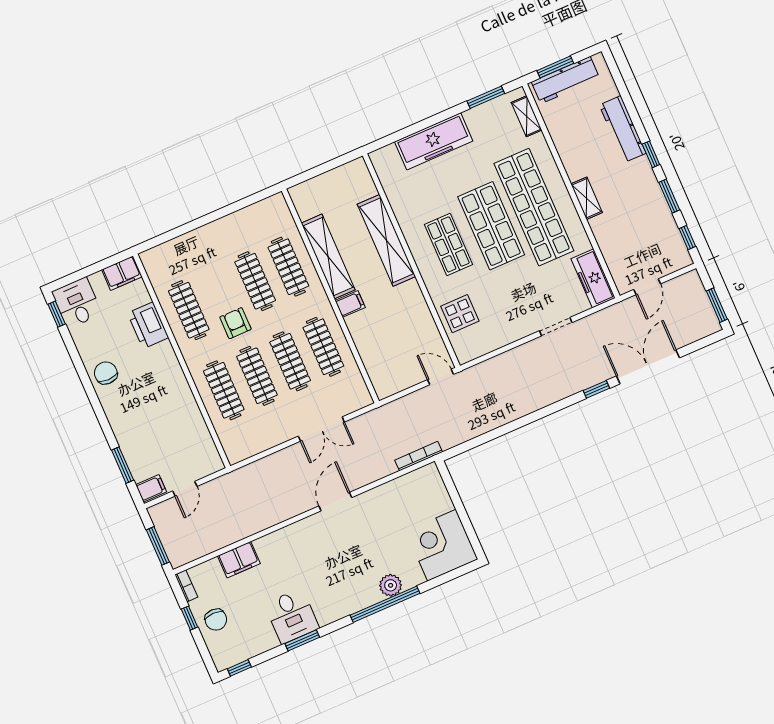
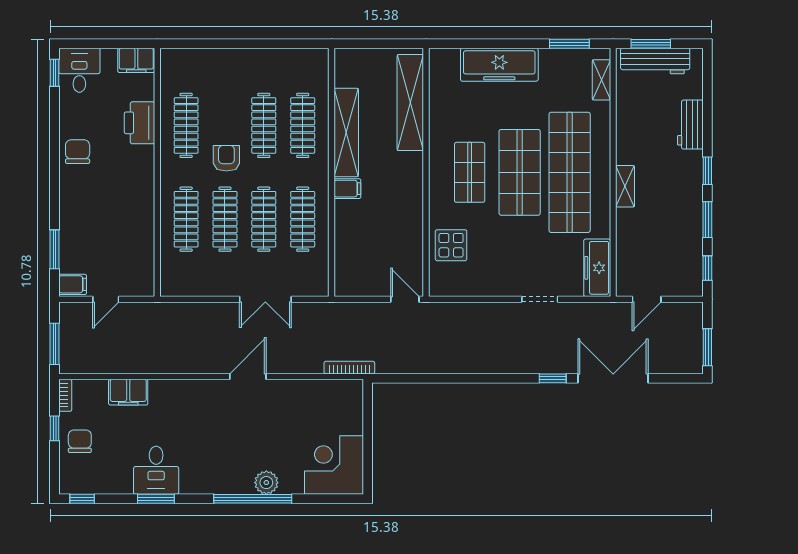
workbench: (623, 129) -> (690, 125), width x0.73
shelving: (386, 240) -> (410, 103), moved
chair: (216, 620) -> (80, 441), turned 180

